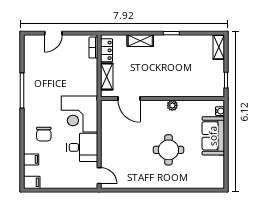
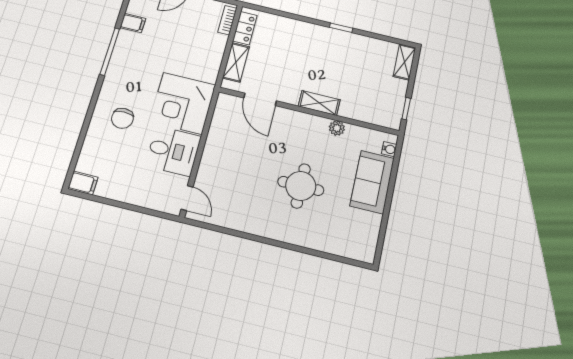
shelving: (140, 41) -> (319, 103), moved
plant: (172, 105) -> (337, 128), moved
filing cabinet: (31, 159) -> (133, 23), moved

